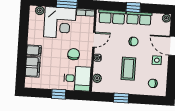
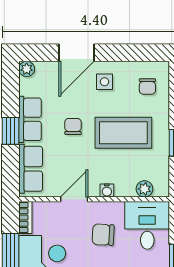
door: (94, 40) -> (74, 199), hinge flipped
coffee table: (128, 69) -> (123, 133), width x1.36, depth x1.32

